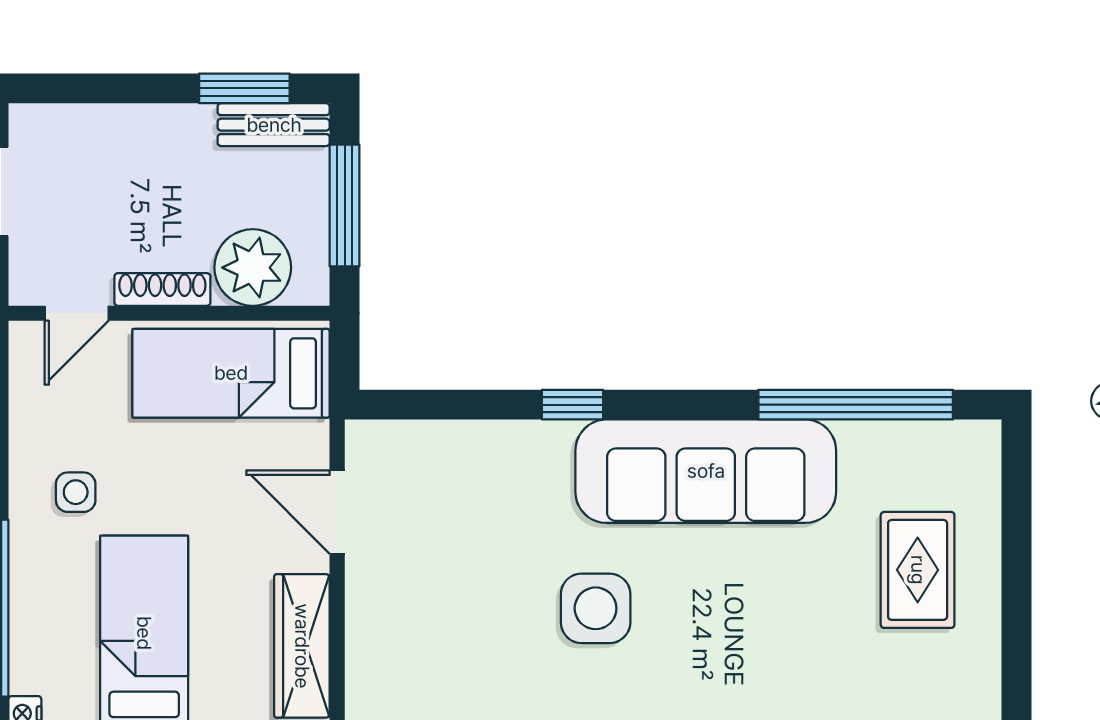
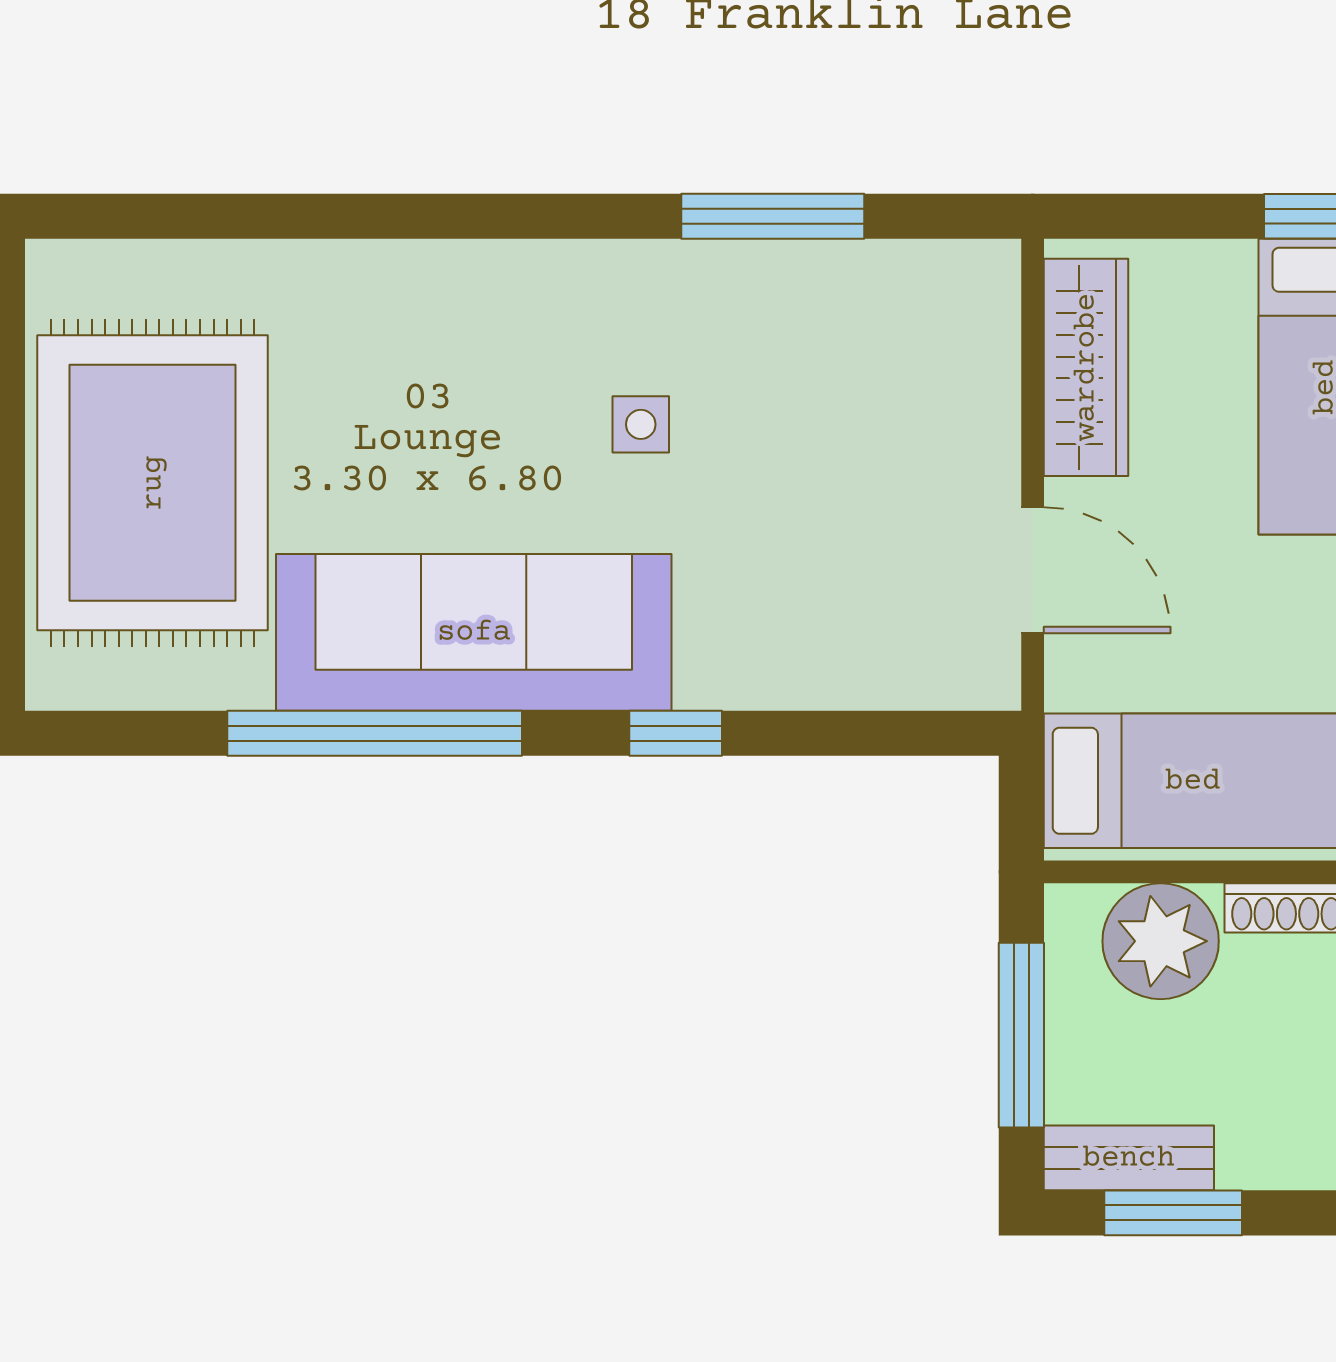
window: (856, 405) -> (375, 733), moved
rug: (918, 570) -> (153, 483), width x1.86, depth x2.06
side table: (596, 608) -> (641, 424), width x0.54, depth x0.54

